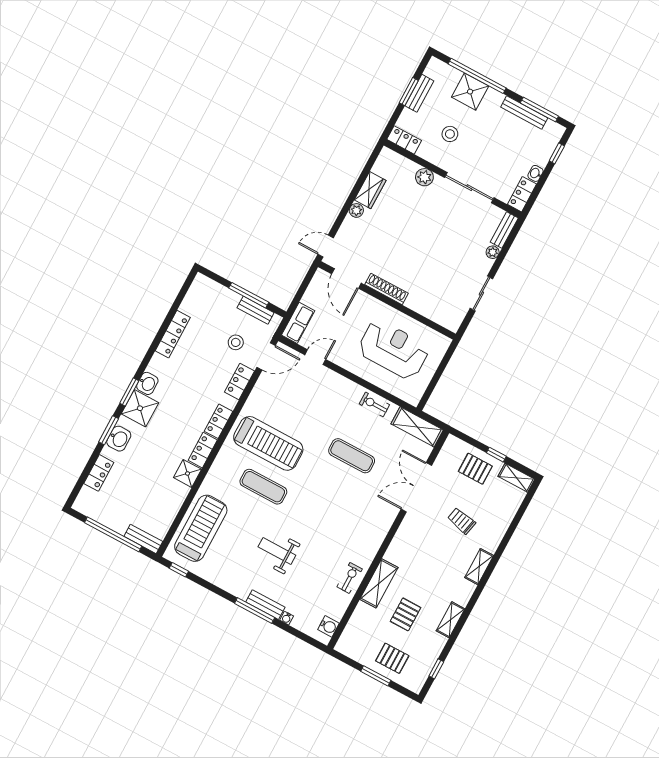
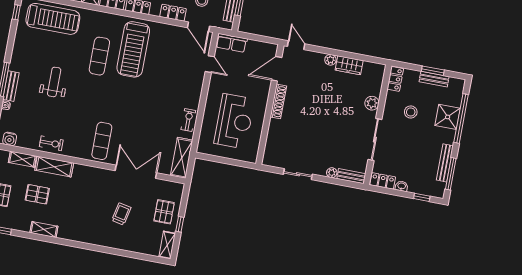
exercise mat: (352, 456) -> (102, 141), moved
shelving: (479, 567) -> (22, 159), moved

